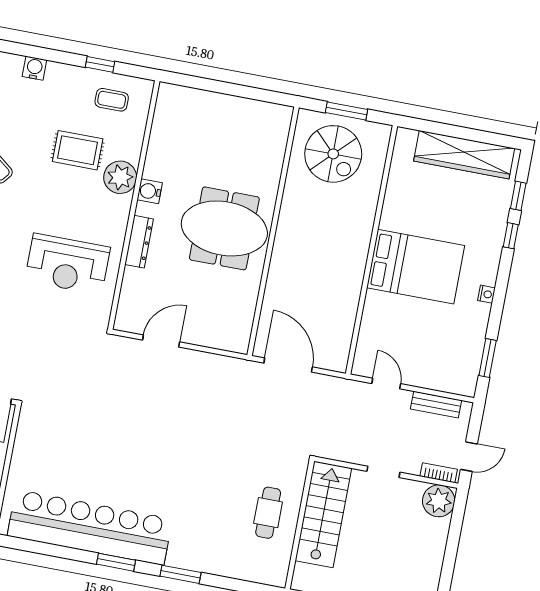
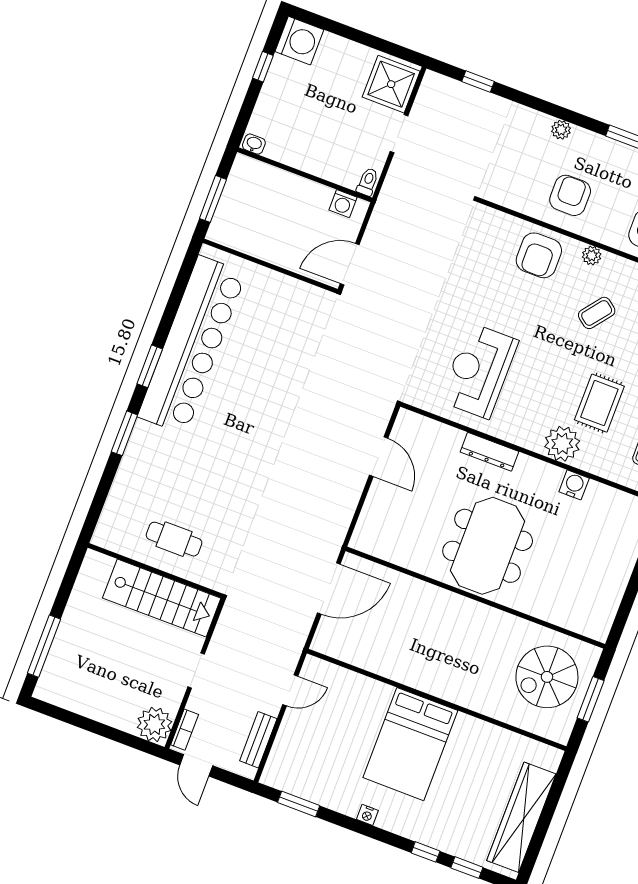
water cooler: (150, 191) -> (574, 485), moved

